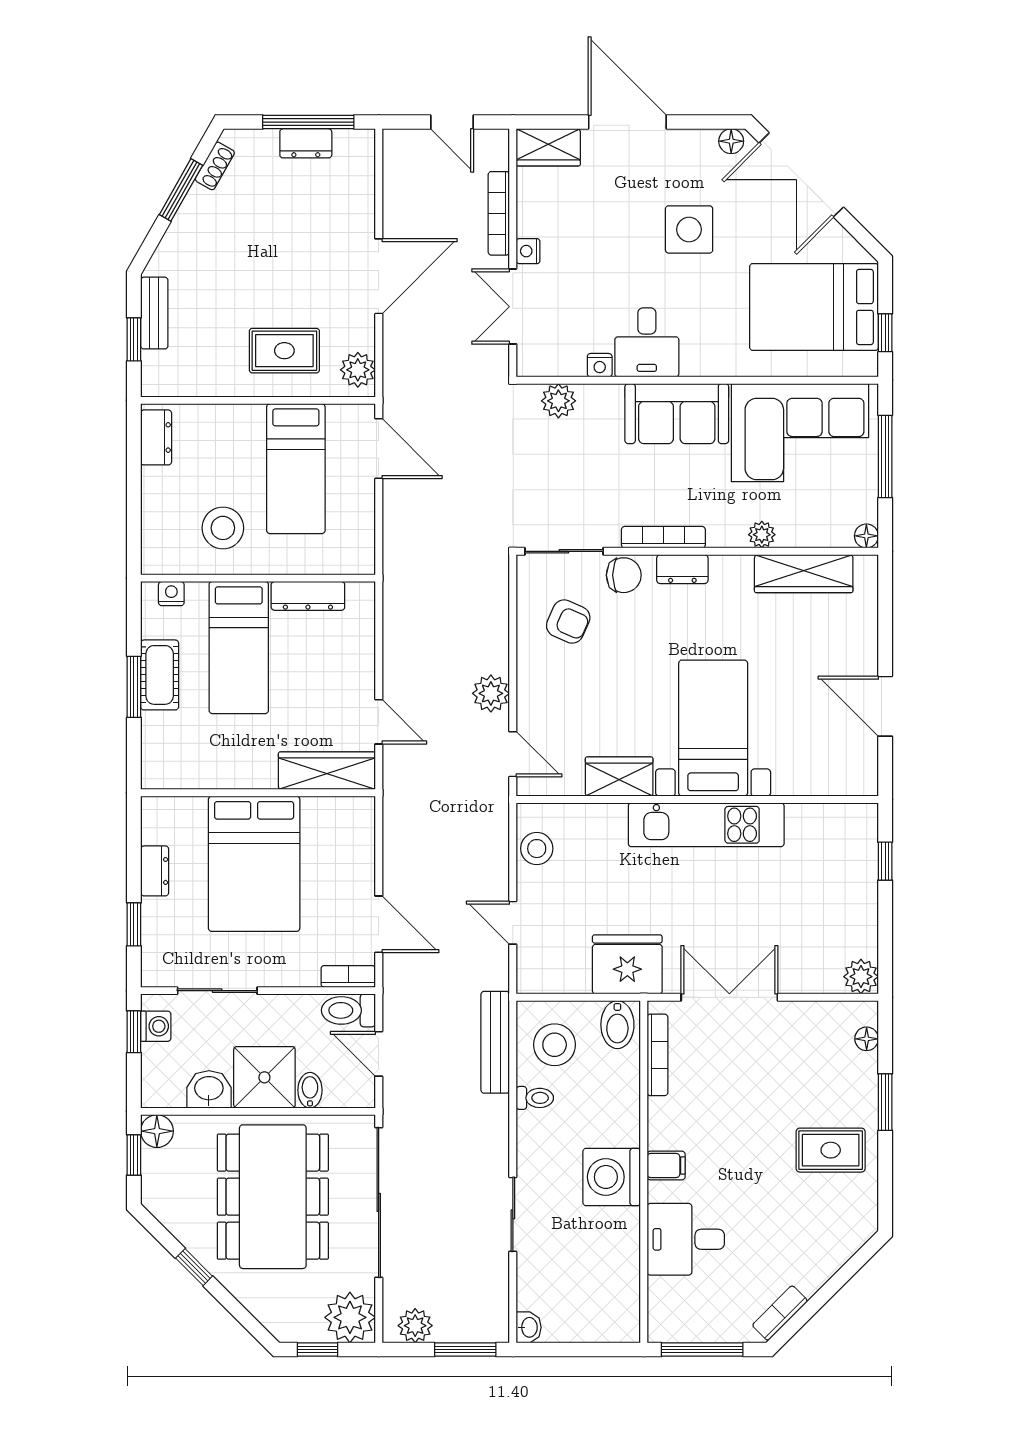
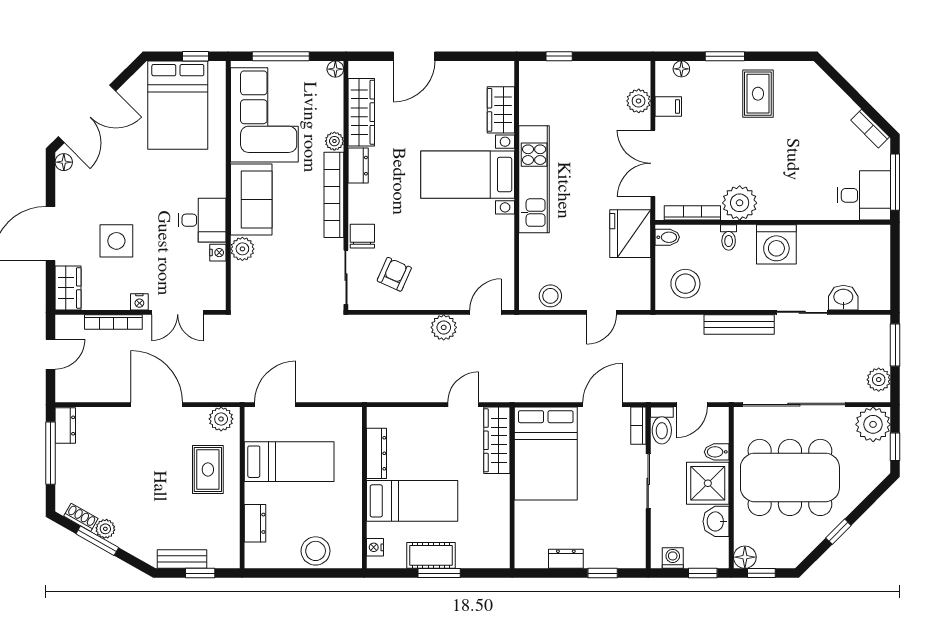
dresser: (306, 143) -> (65, 426), moved
plant: (198, 202) -> (105, 529), added
side table: (689, 229) -> (116, 241), moved
plant: (558, 401) -> (242, 249), moved
dresser: (156, 437) -> (255, 523), moved, turned 90
stool: (223, 528) -> (316, 551), moved
bookcase: (663, 537) -> (334, 195), width x1.48, depth x1.31
dresser: (682, 569) -> (358, 166), moved
door: (885, 706) -> (414, 56), moved
wardrobe: (619, 776) -> (501, 110), moved
bed: (254, 864) -> (546, 453), moved, turned 90
plant: (861, 977) -> (639, 101), moved
sliding door: (217, 991) -> (648, 481), moved
bidet: (617, 1025) -> (667, 237), width x0.72, depth x0.74
window: (134, 1032) -> (703, 573), moved
bench: (495, 1042) -> (739, 324), moved
toilet: (535, 1098) -> (729, 237), moved, turned 180
plant: (672, 1123) -> (740, 203), added
filing cabinet: (666, 1166) -> (668, 106), moved, turned 90
desk: (686, 1239) -> (864, 195), moved, turned -90
washbasin: (529, 1327) -> (843, 298), moved, width x1.38, depth x1.45

